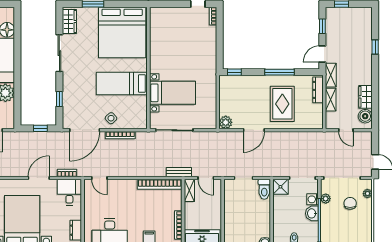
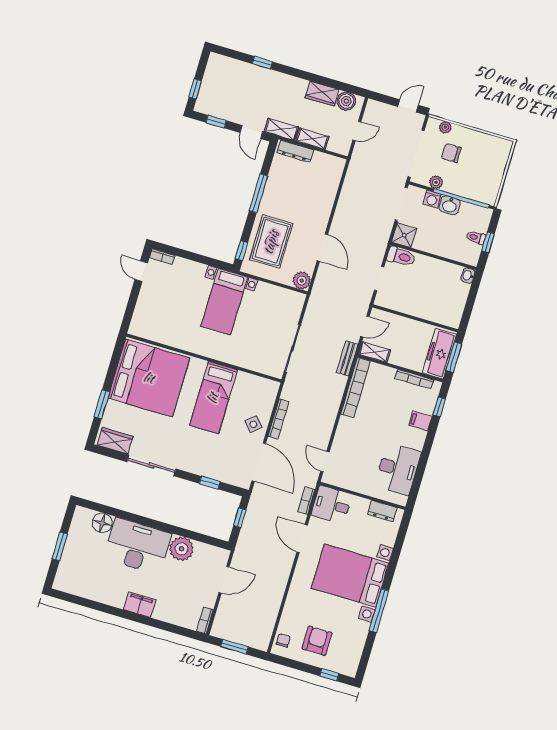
bed with nightstands: (173, 93) -> (224, 302), moved, turned 180
rug: (282, 104) -> (271, 242), moved, turned 90
door: (99, 178) -> (325, 462), swing flipped

